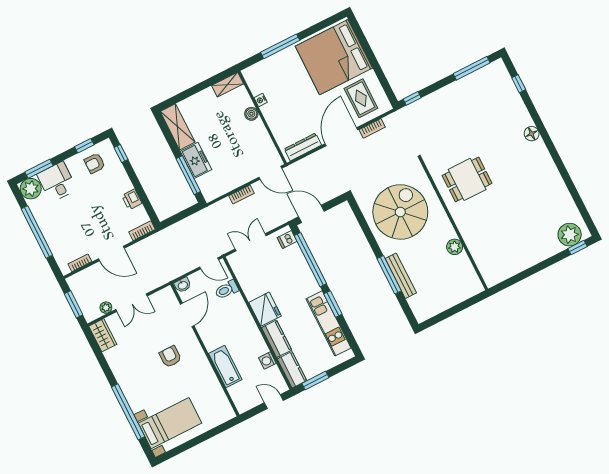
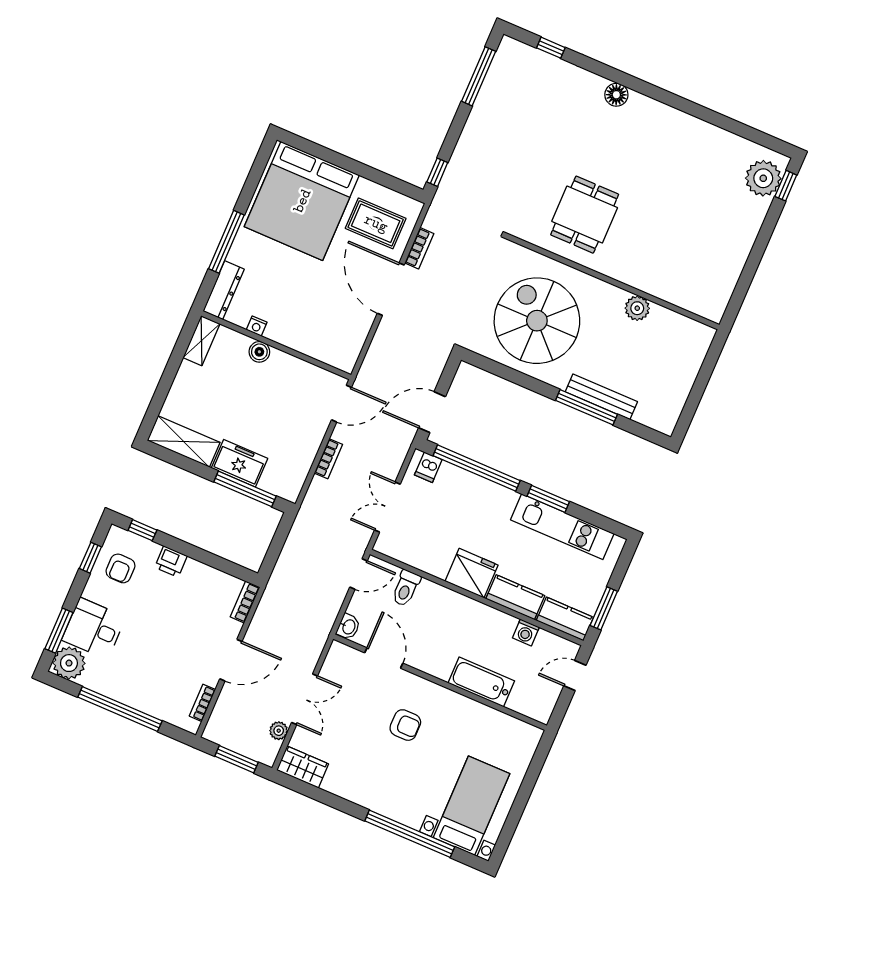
dresser: (303, 147) -> (224, 290), moved, turned 180
printer: (132, 199) -> (171, 562), moved
armchair: (170, 357) -> (405, 725), turned 180

